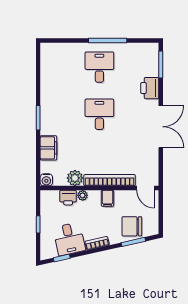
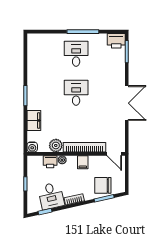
printer: (150, 88) -> (116, 41), moved, turned -90

